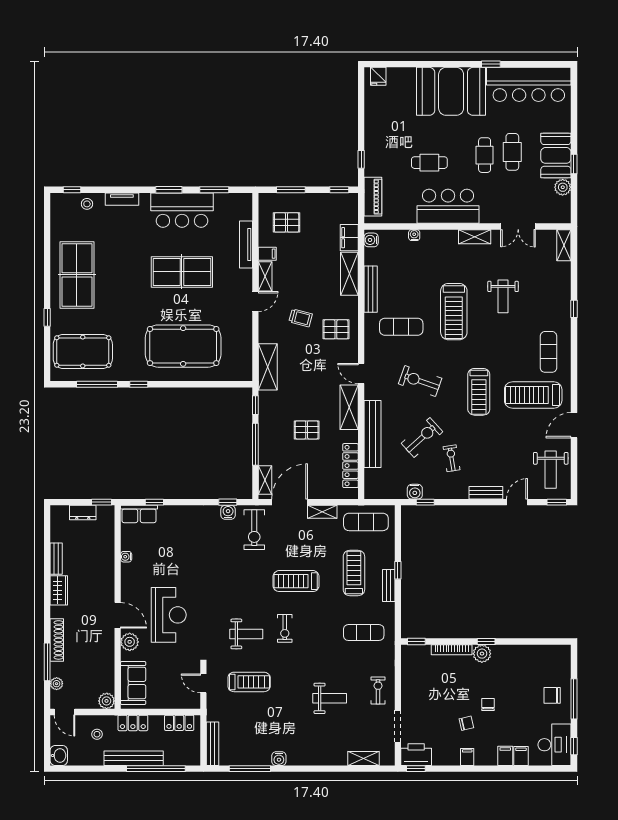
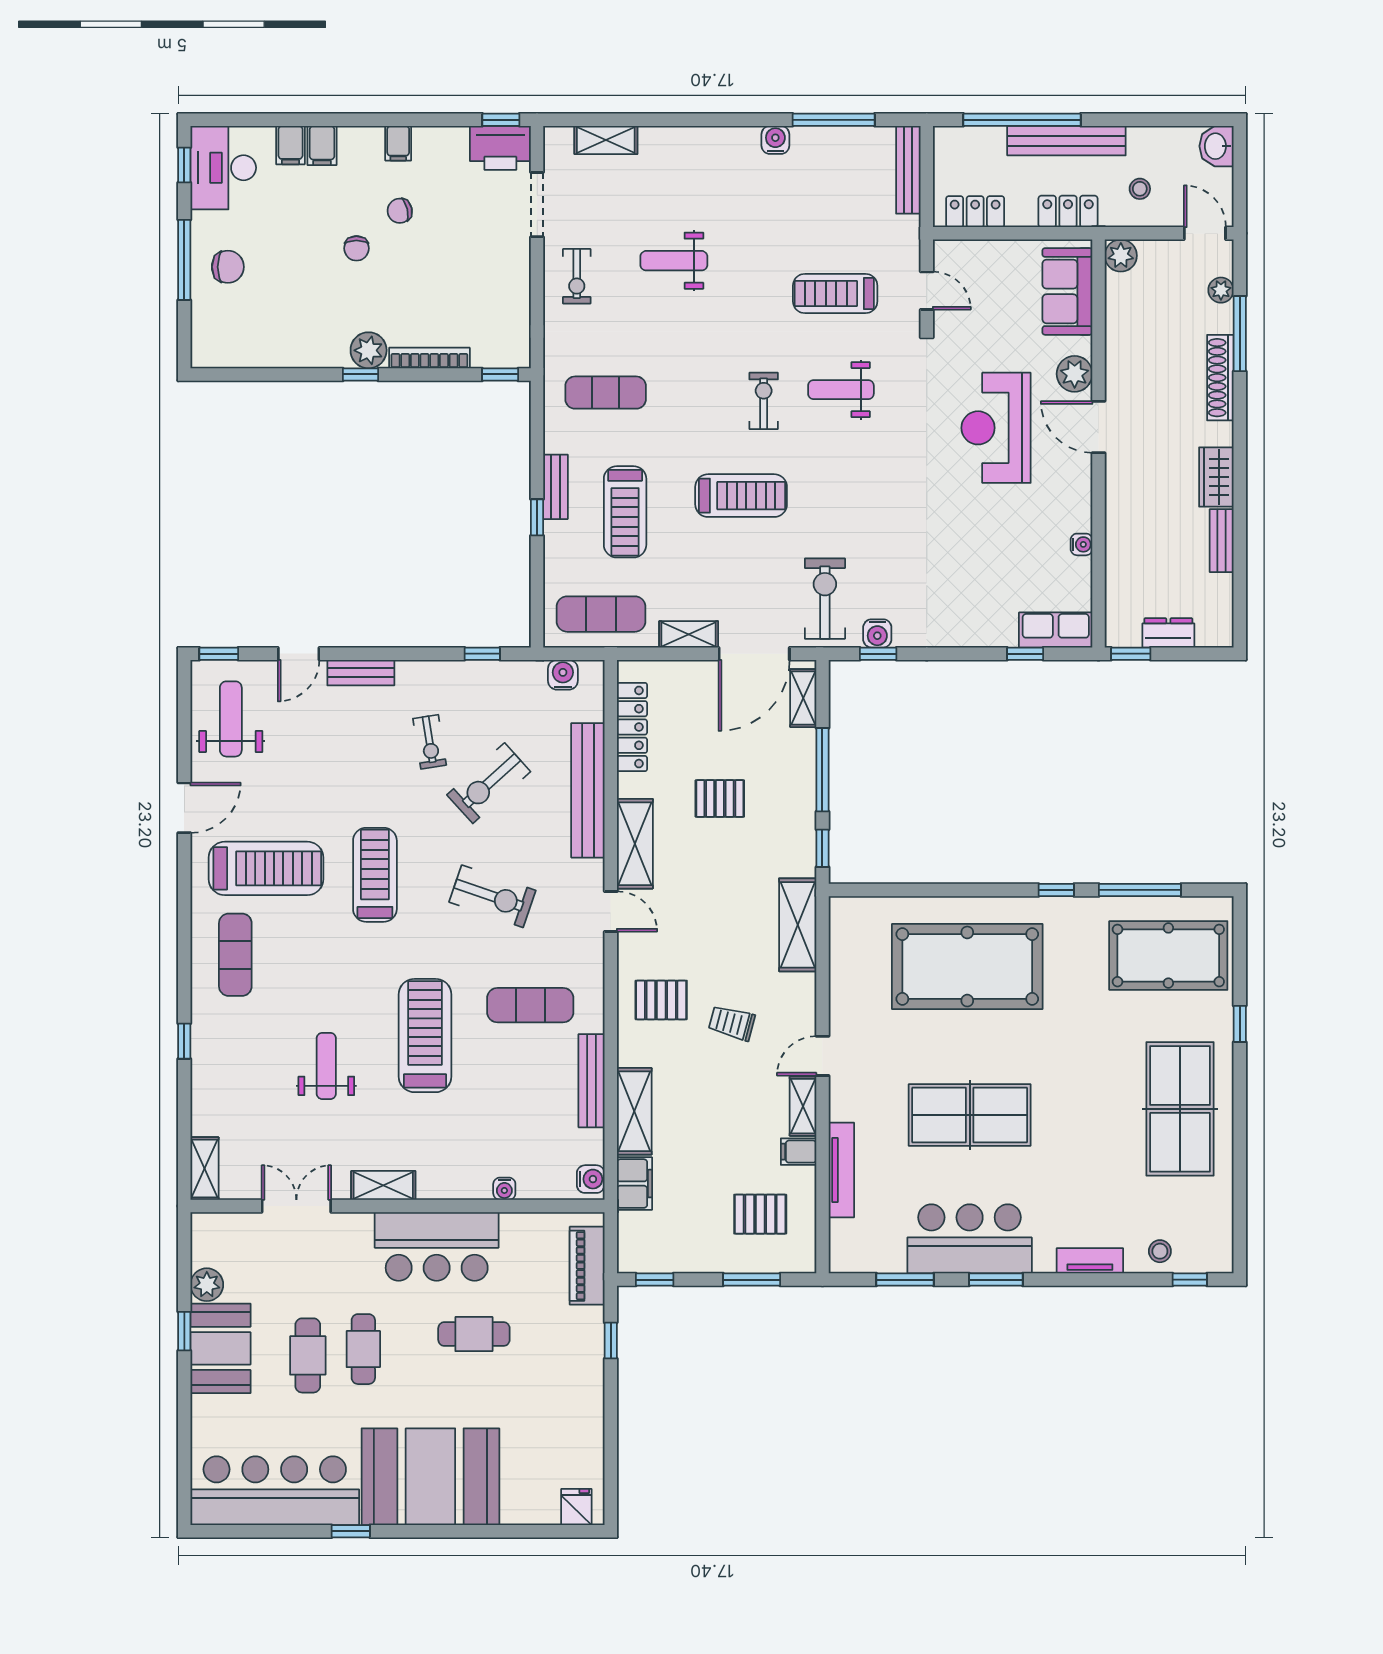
water cooler: (415, 492) -> (563, 675), moved

